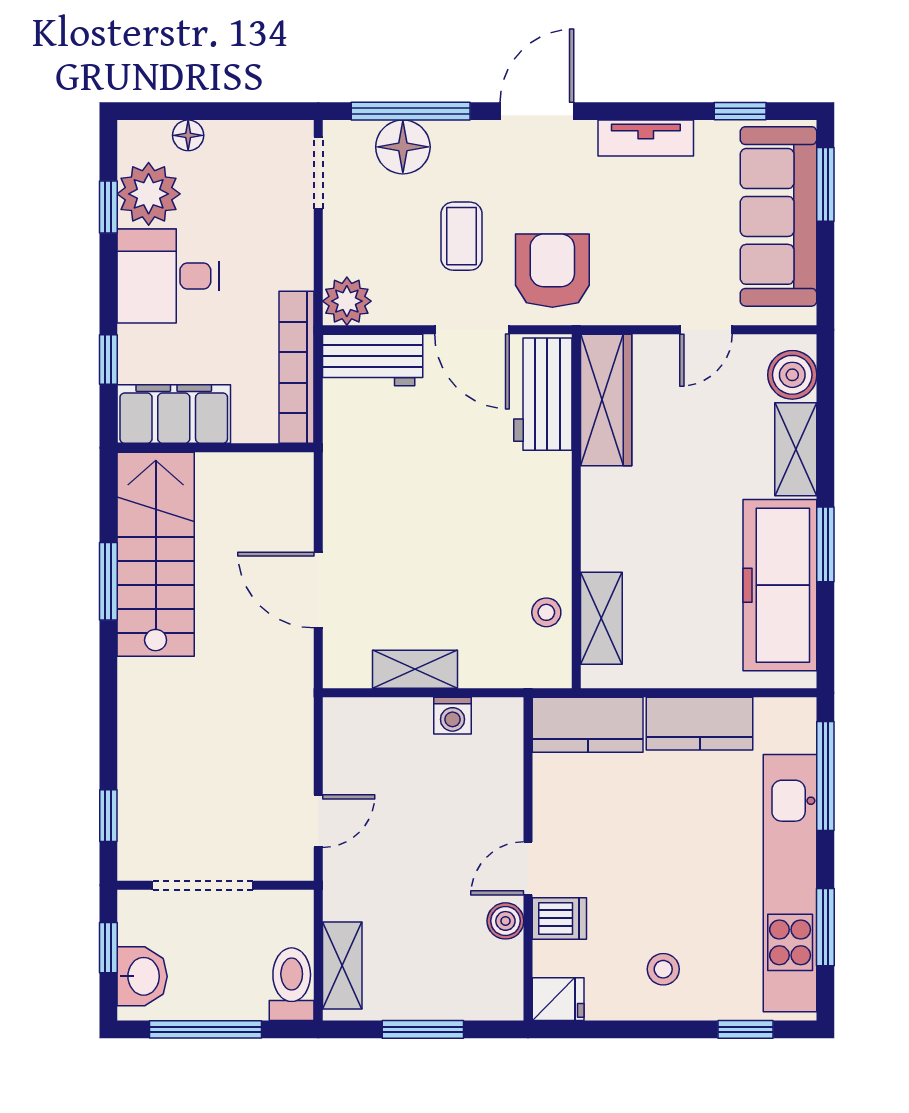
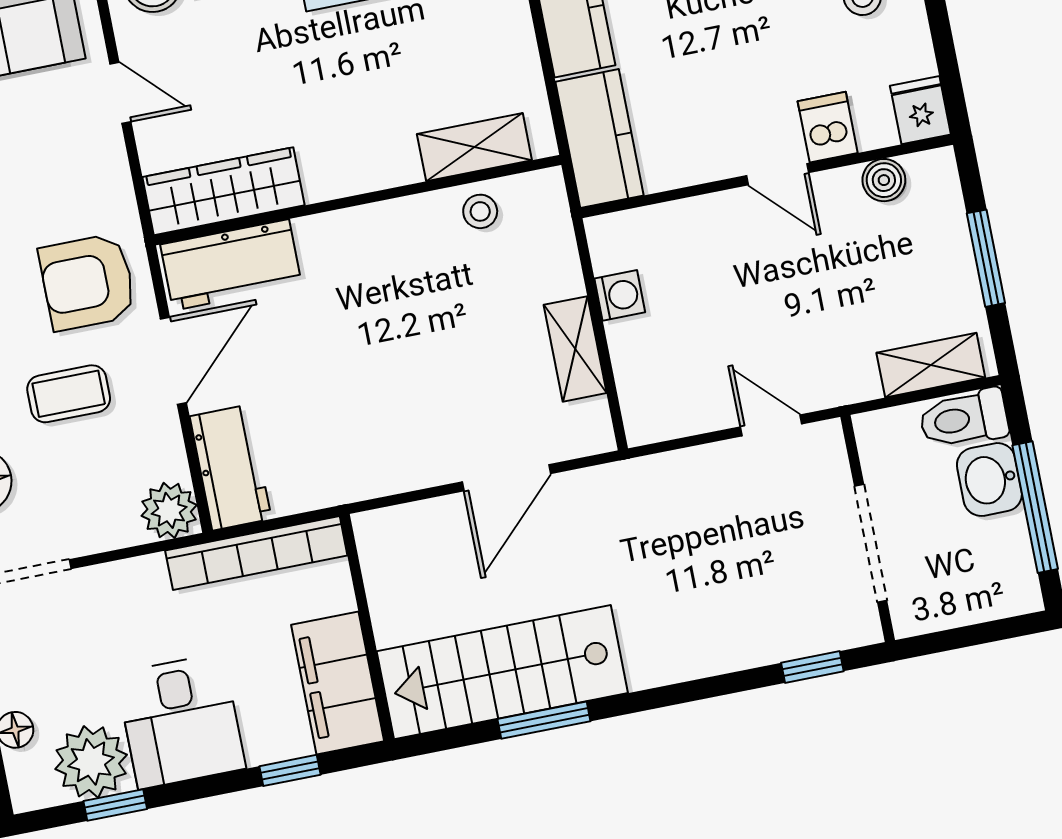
boiler: (505, 921) -> (884, 180), moved
window: (108, 948) -> (963, 637), removed
washbasin: (142, 976) -> (989, 480), moved, turned -90

